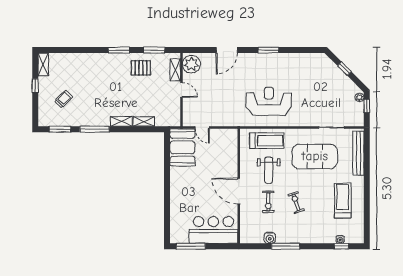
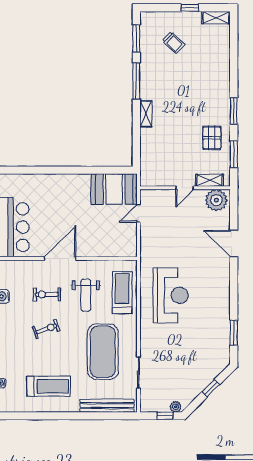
window: (268, 50) -> (234, 333), moved
shelving: (144, 122) -> (146, 142), removed
treadmill: (267, 141) -> (122, 293), turned 180
weight bench: (269, 170) -> (86, 295), turned -90

